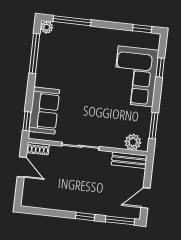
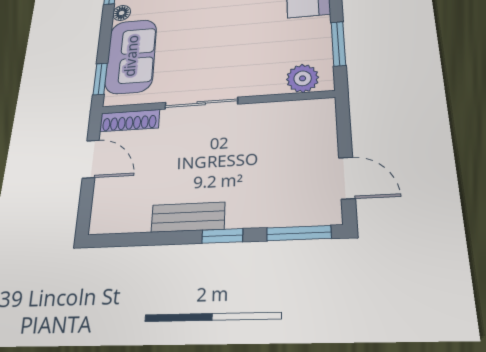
floor lamp: (40, 81) -> (122, 13), added
shoe rack: (38, 149) -> (130, 121), width x1.43
bench: (129, 160) -> (188, 217), moved
door: (146, 198) -> (347, 178), swing flipped

